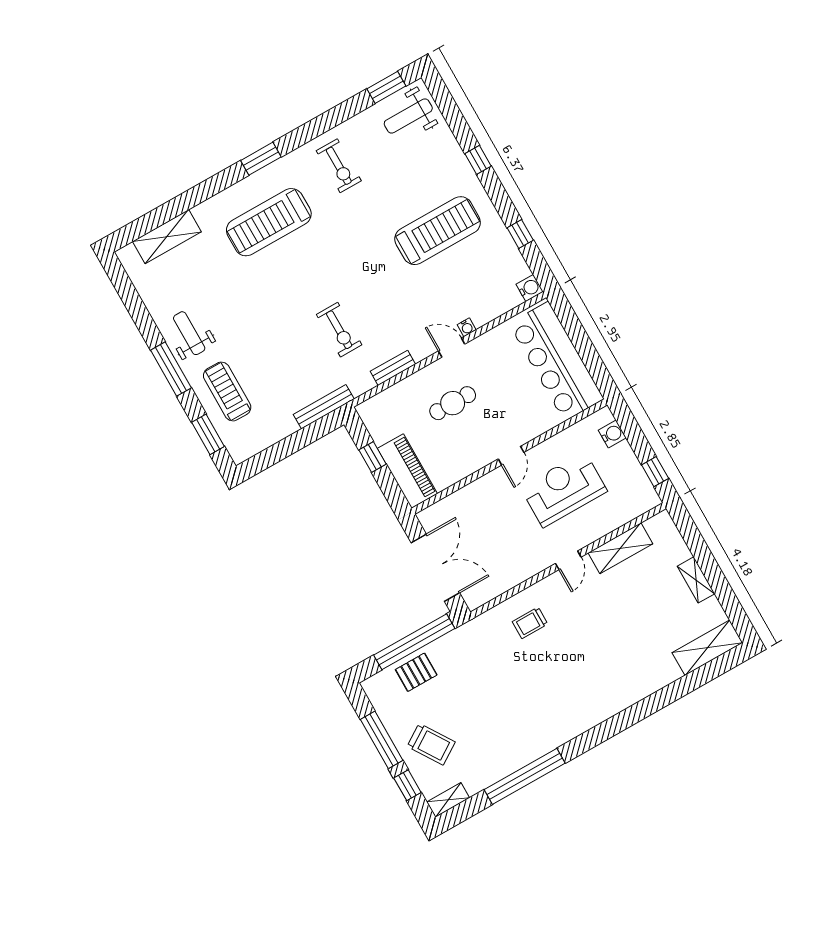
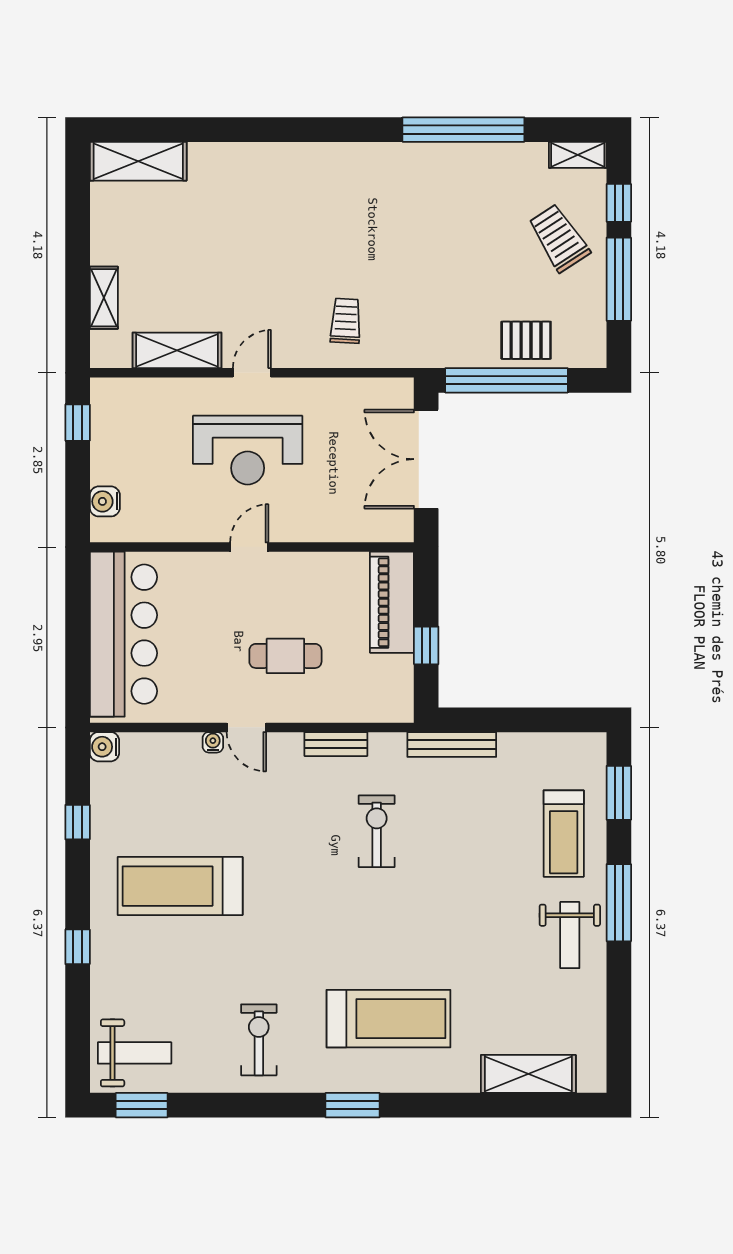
reception desk: (564, 489) -> (248, 450), moved
shelving: (696, 580) -> (104, 298), moved
trolley: (530, 623) -> (346, 321), turned -87

